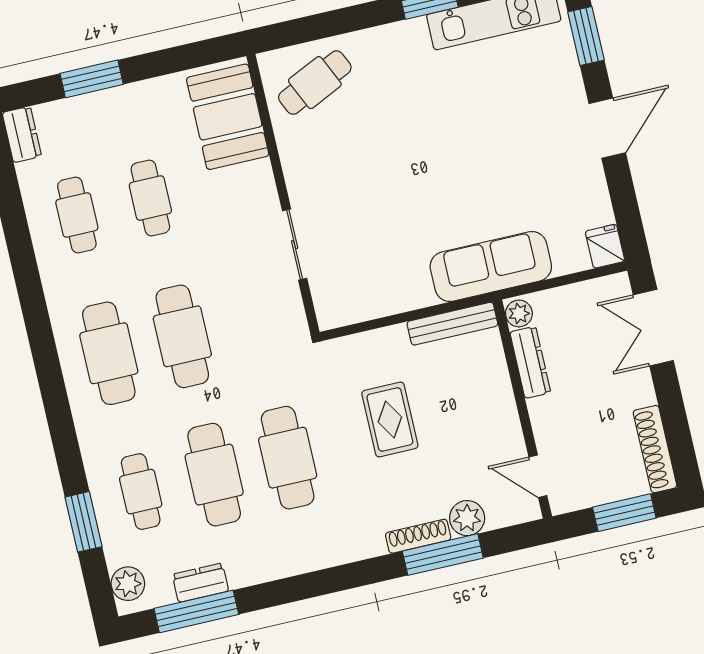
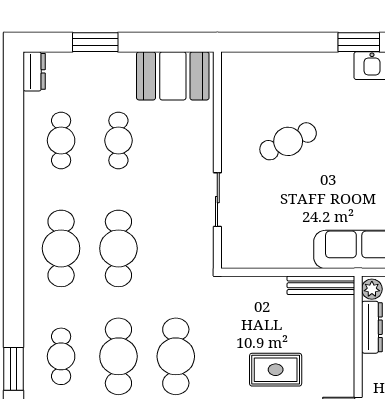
cafe table: (315, 83) -> (288, 141), moved
booth: (228, 117) -> (173, 76), moved, turned 90
rug: (390, 419) -> (276, 370), moved, turned 90

